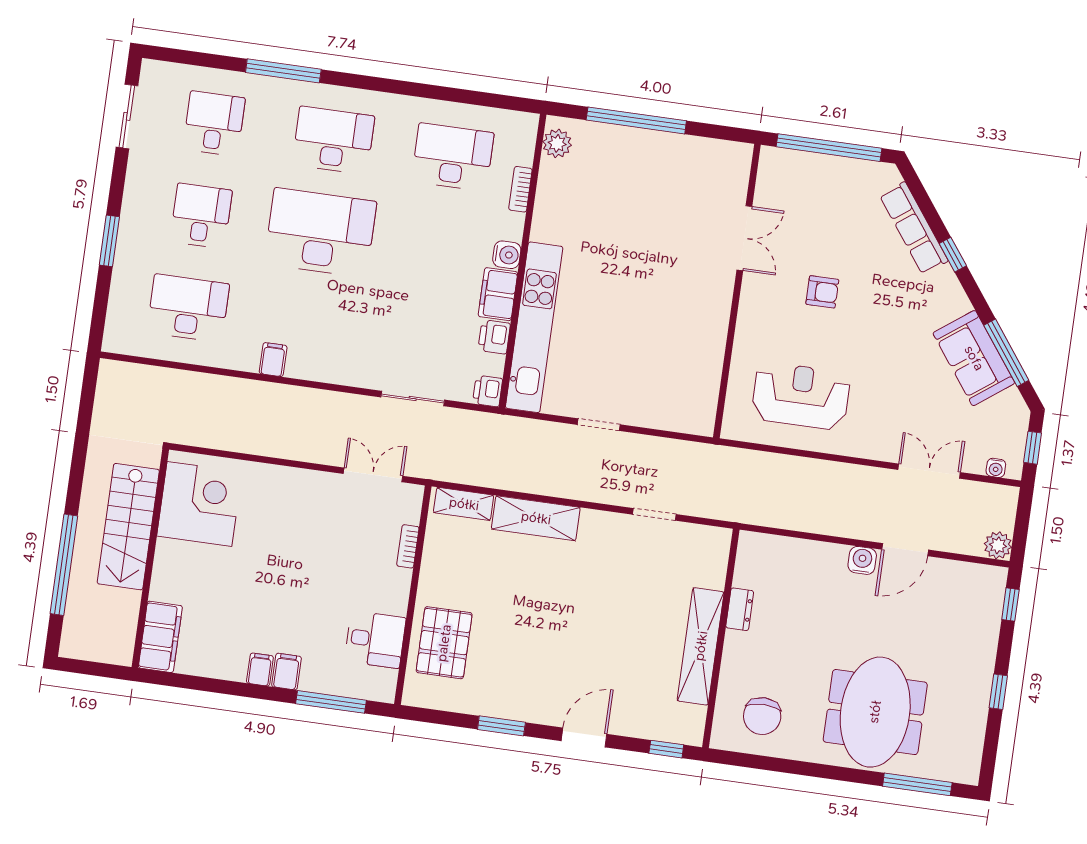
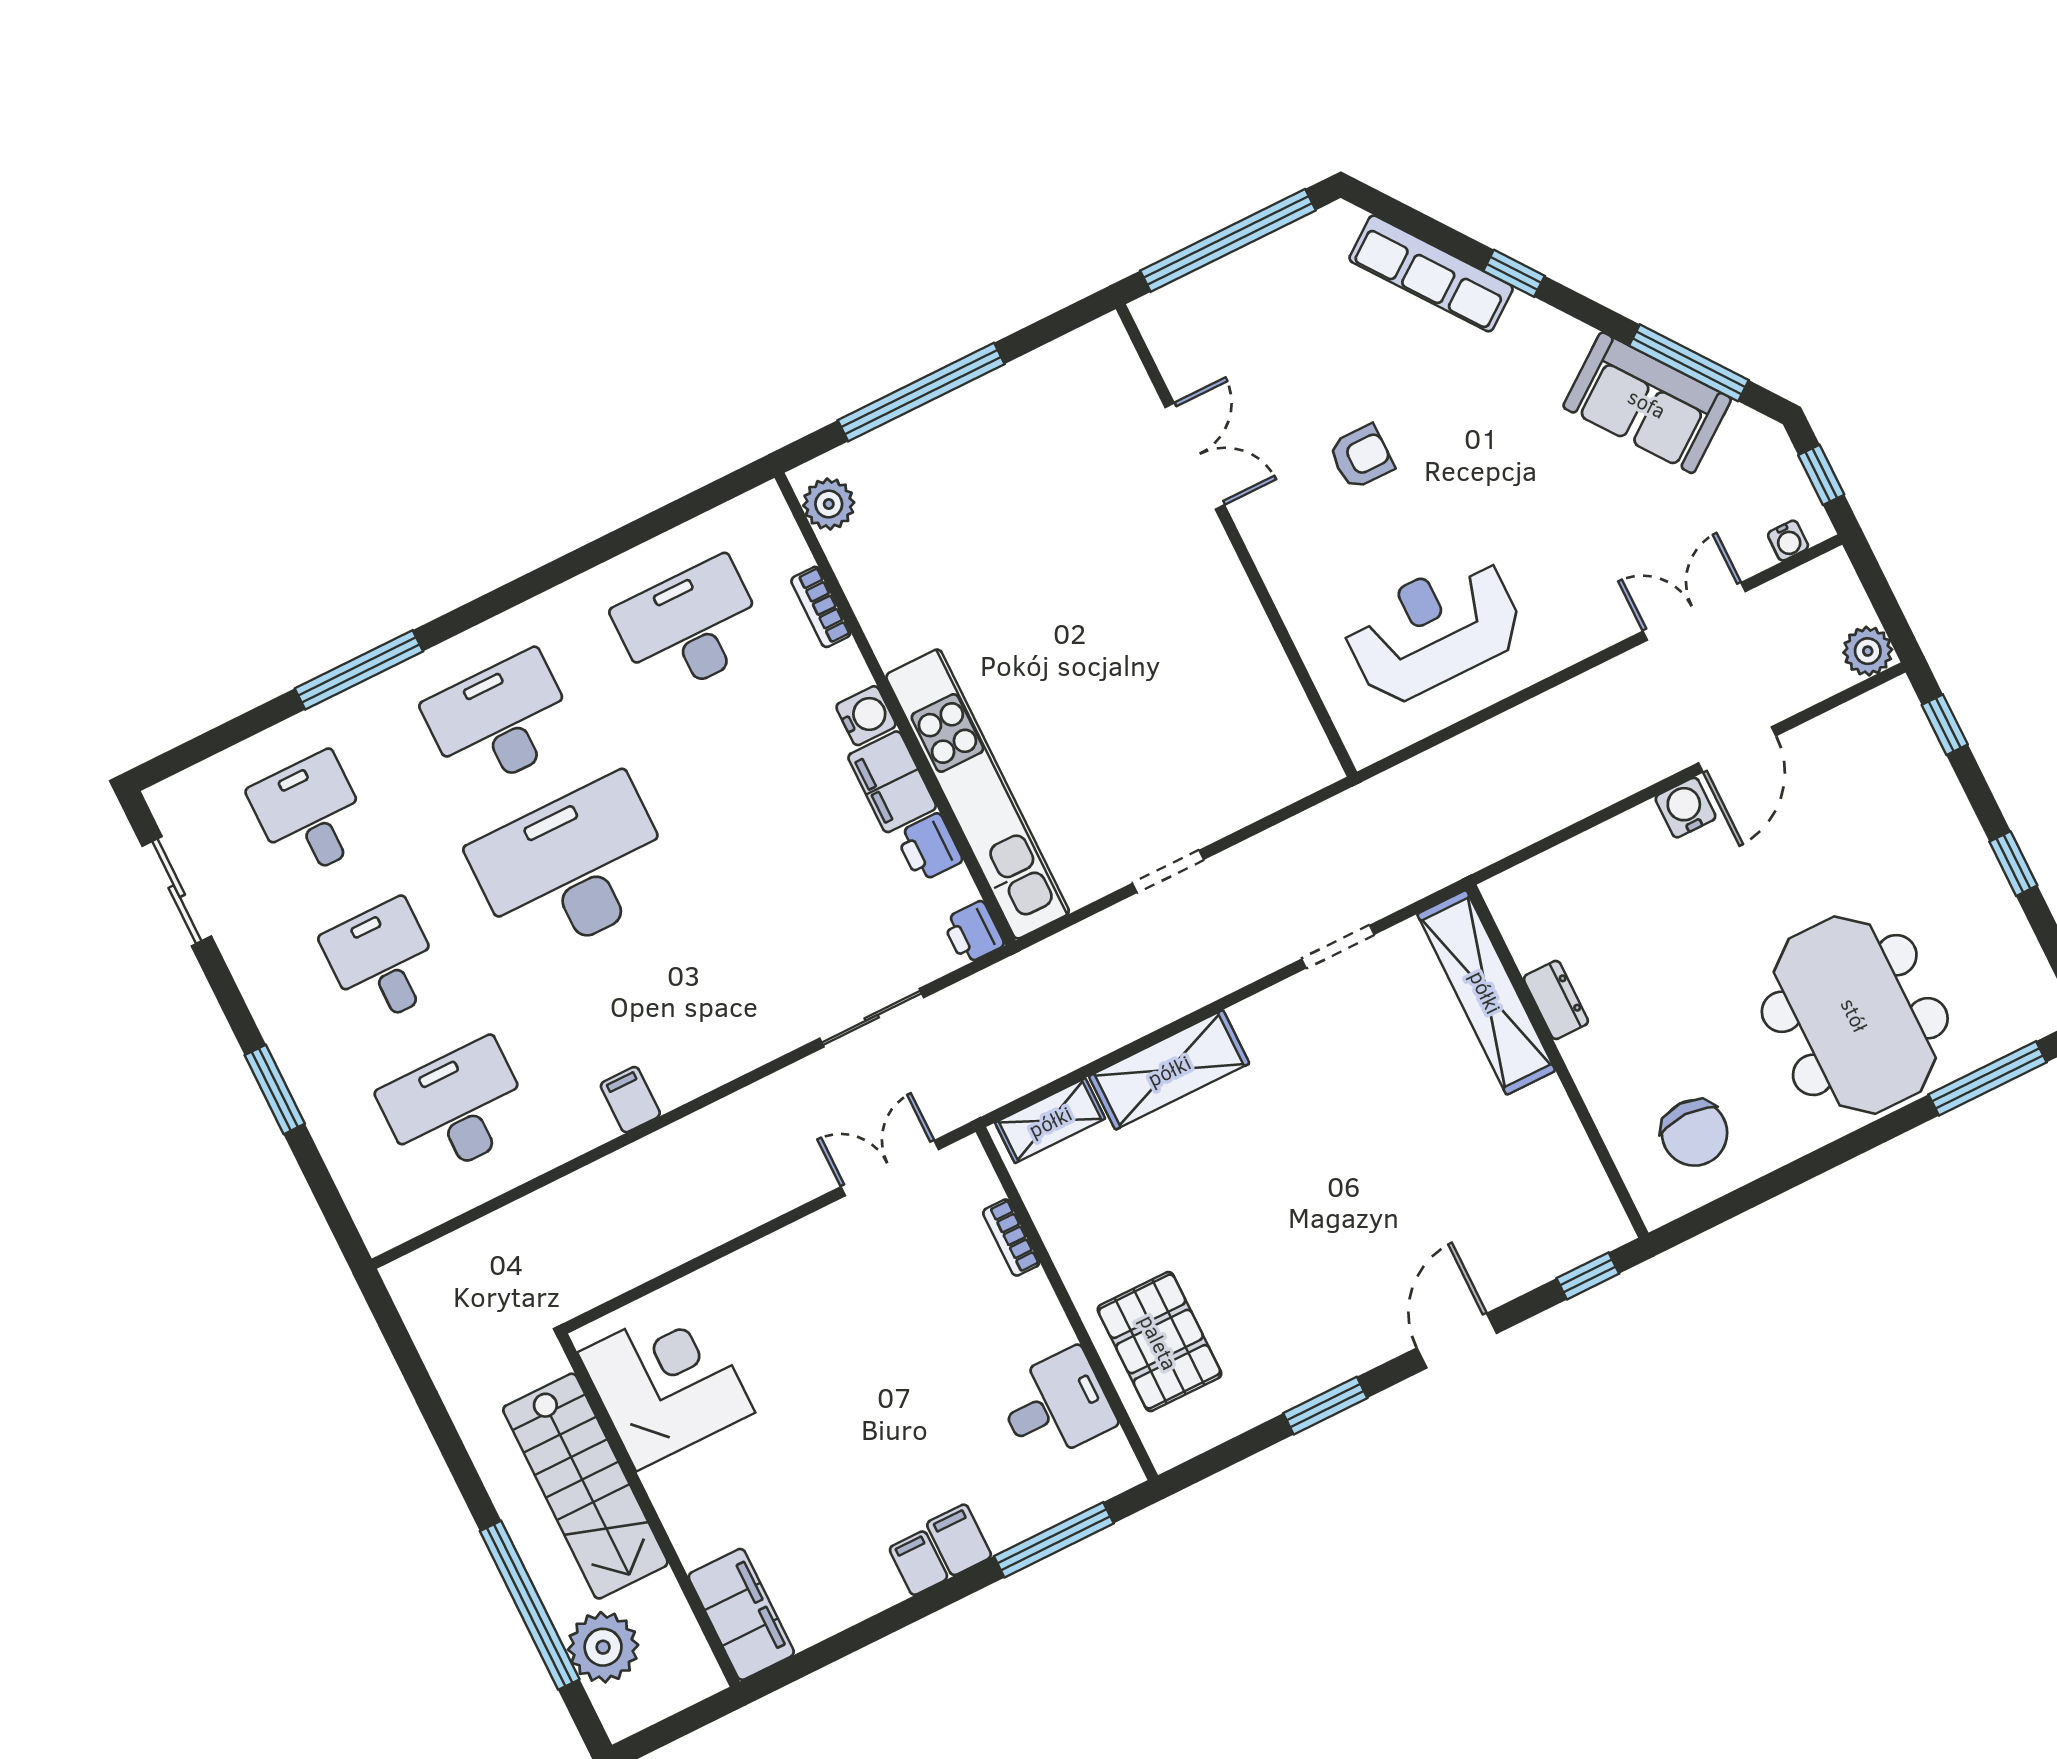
plant: (85, 608) -> (603, 1647), added
shelving: (701, 646) -> (1486, 992), moved

